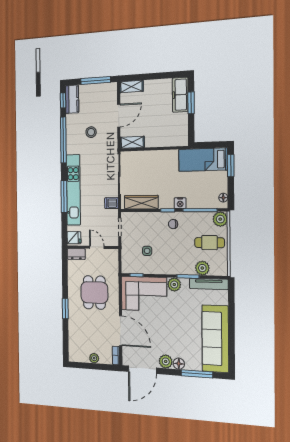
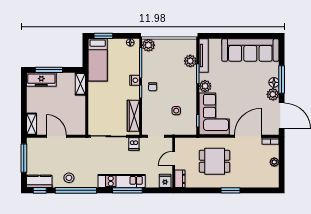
window: (191, 103) -> (49, 70), width x1.44
stool: (91, 132) -> (69, 178), moved
shelving: (132, 142) -> (80, 84), moved
kitchen unit: (73, 190) -> (122, 181), width x0.73
cafe table: (210, 243) -> (168, 55), removed
window: (197, 374) -> (282, 79), moved

